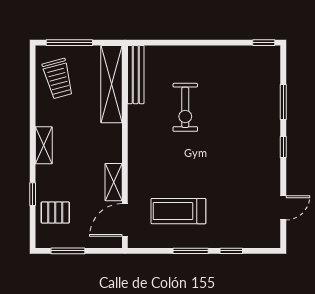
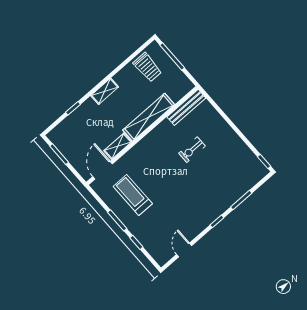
trolley: (58, 79) -> (147, 67), turned -75
shelving: (111, 84) -> (149, 117), moved
exercise bike: (185, 107) -> (192, 150), width x0.73, depth x0.72
door: (283, 208) -> (184, 250), swing flipped
pallet: (55, 213) -> (74, 129), removed
door: (125, 220) -> (103, 170), hinge flipped

